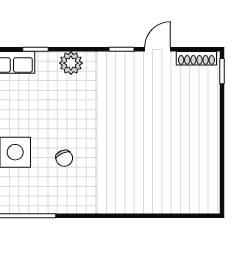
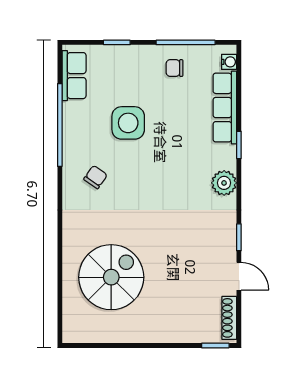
chair: (64, 158) -> (96, 177), moved, turned 150
spiral stairs: (159, 168) -> (111, 277), added

